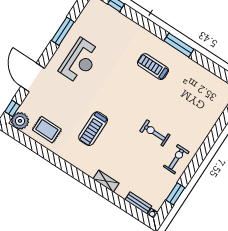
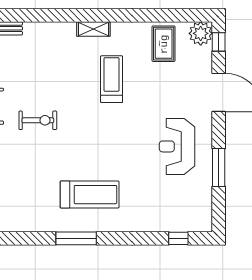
treadmill: (153, 67) -> (90, 195), width x1.37, depth x1.38
rug: (47, 130) -> (164, 44), turned 90
shelving: (106, 181) -> (93, 29), moved

